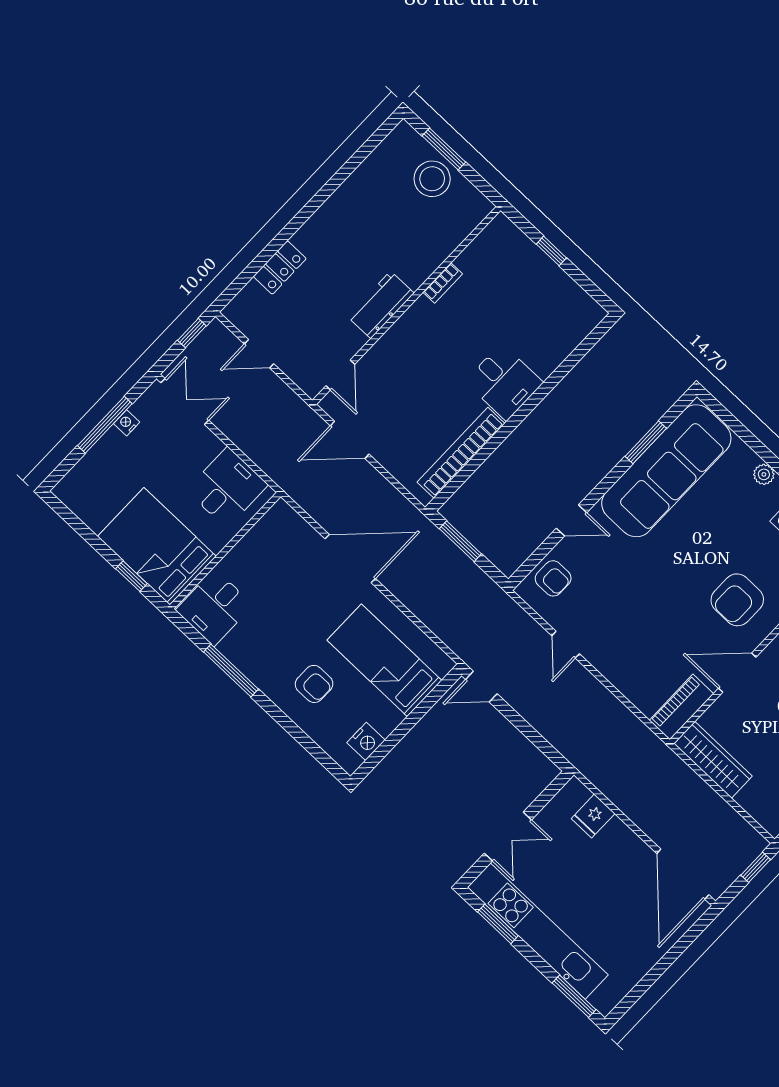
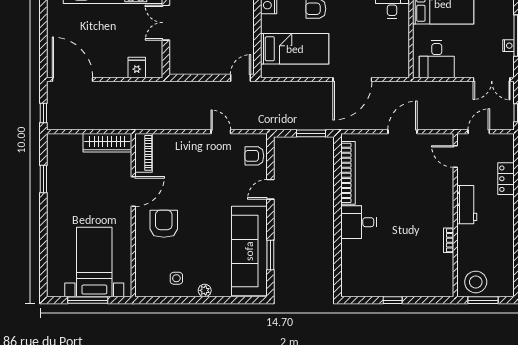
bookcase: (443, 283) -> (449, 240), moved
workbench: (381, 305) -> (467, 205), moved
wall: (406, 305) -> (455, 215), moved
door: (340, 375) -> (455, 157), moved

